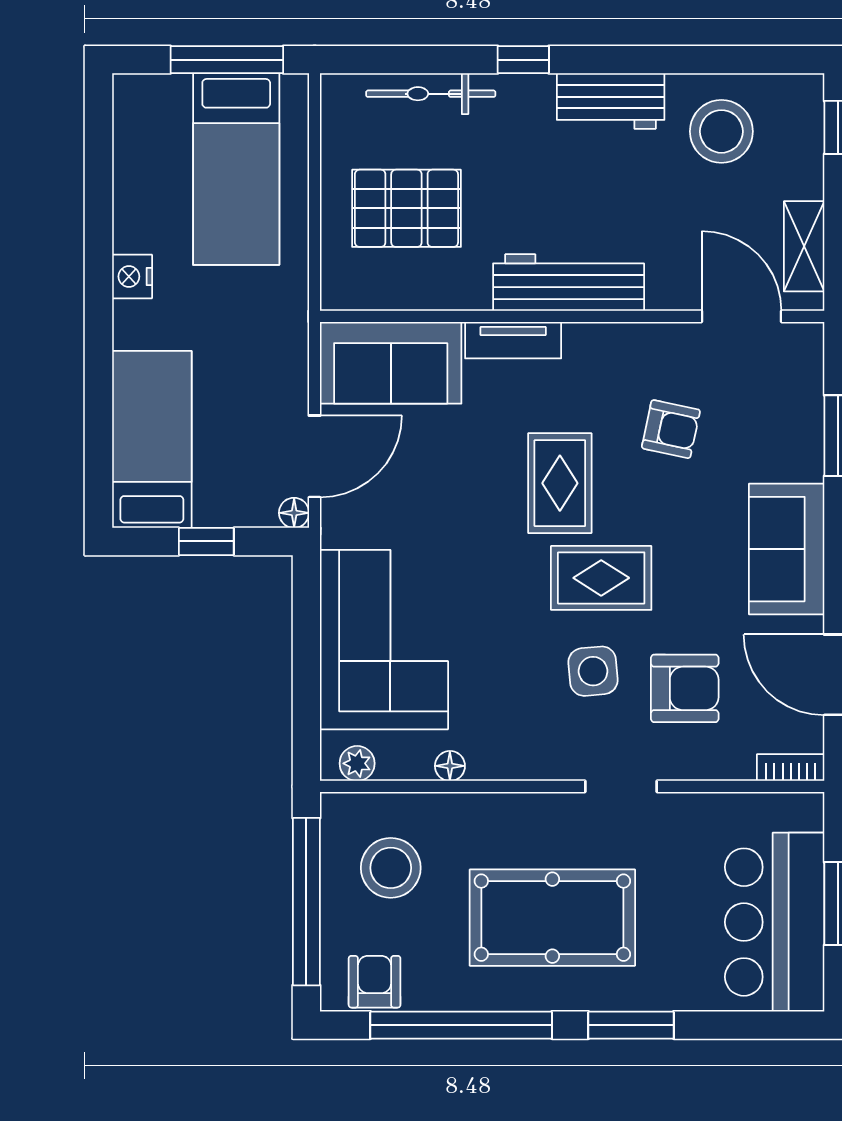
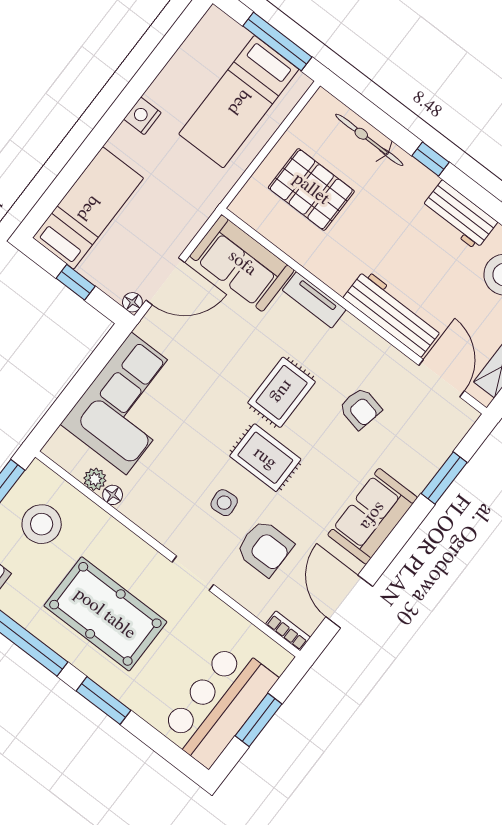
workbench: (569, 283) -> (393, 313), moved
side table: (593, 671) -> (224, 503), width x0.73, depth x0.73
plant: (357, 763) -> (95, 479), moved

